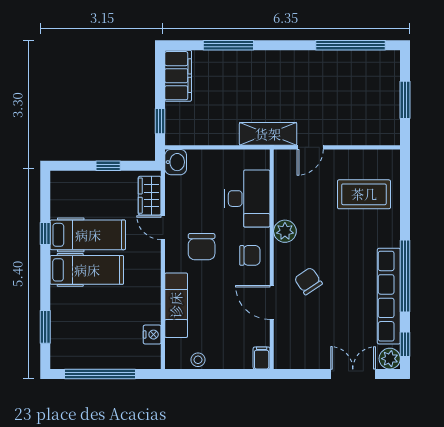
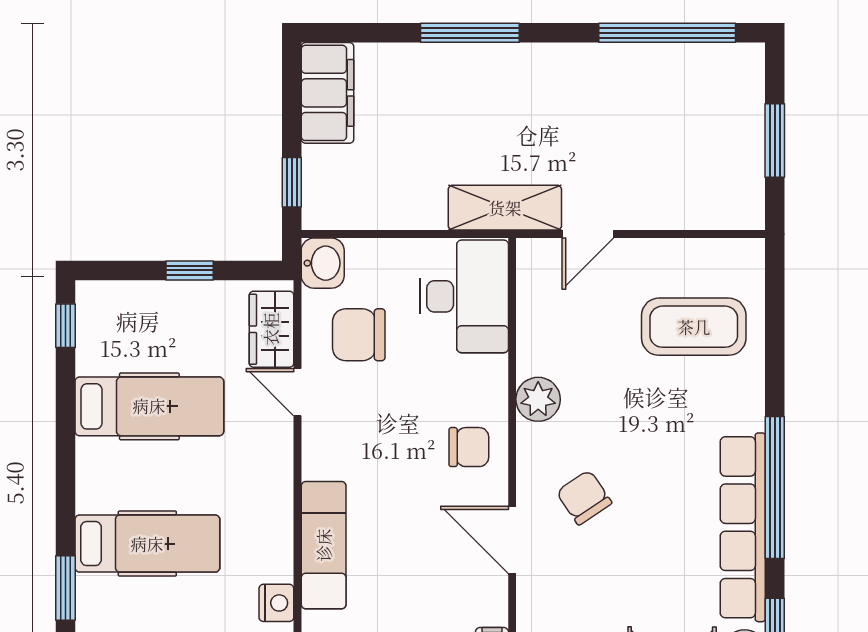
window: (228, 45) -> (470, 33), moved
desk: (247, 199) -> (464, 296), moved
window: (45, 233) -> (66, 326), moved
chair: (202, 247) -> (359, 335), moved, turned 90
hospital bed: (87, 270) -> (147, 544), moved

